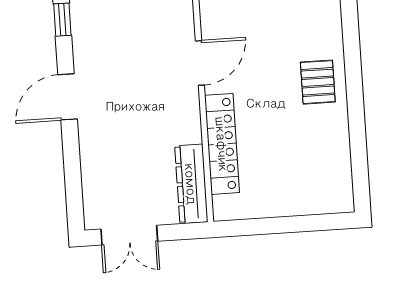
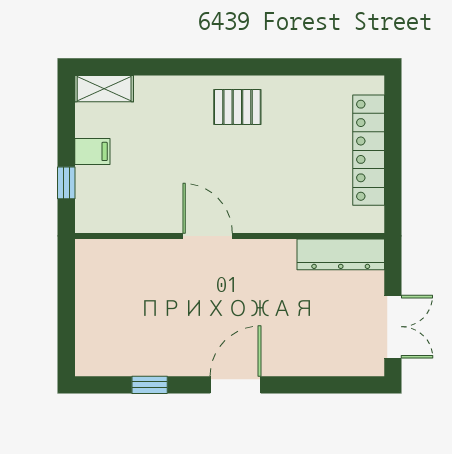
door: (68, 97) -> (235, 385), swing flipped
locker: (222, 144) -> (369, 150), moved, turned -90

